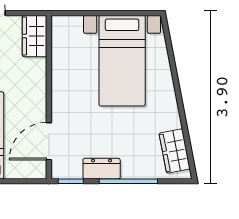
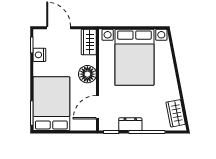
bed with nightstands: (122, 61) -> (134, 57), width x1.36
floor lamp: (32, 88) -> (87, 74), added

